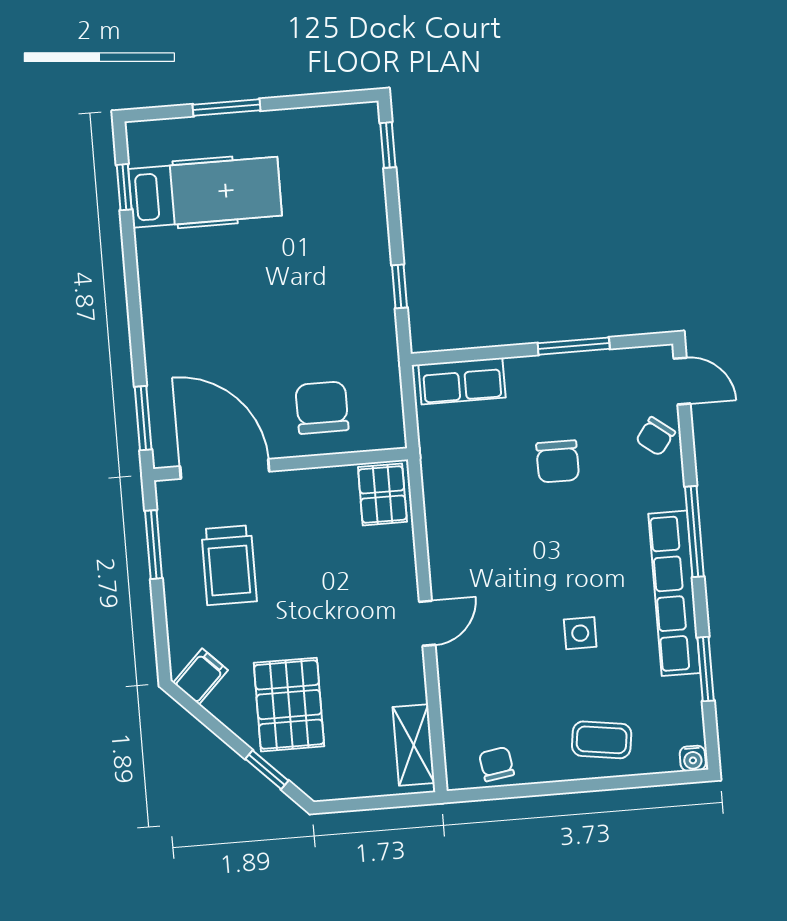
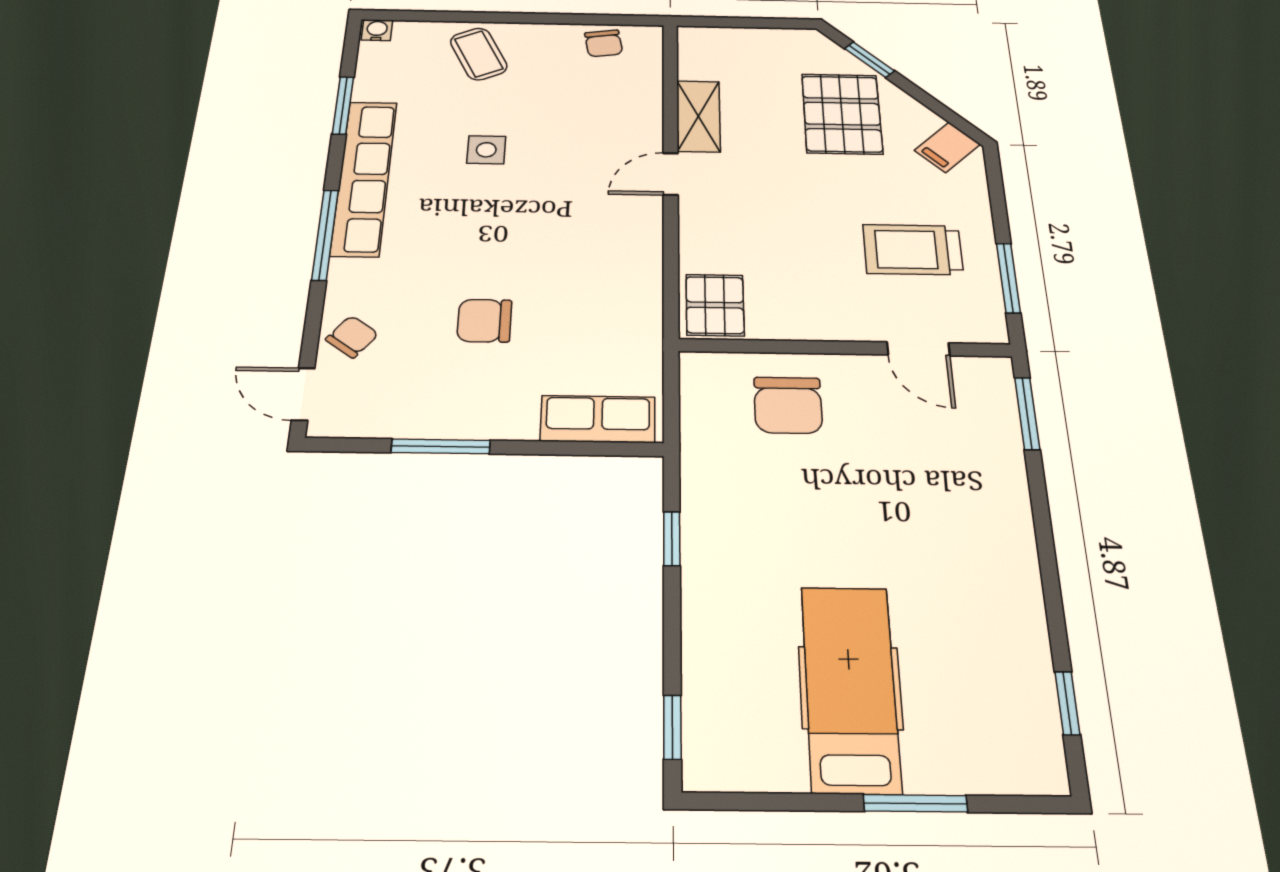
hospital bed: (205, 192) -> (850, 688), moved, turned 90
chair: (558, 461) -> (484, 321), turned -90
door: (225, 469) -> (918, 349), width x0.53
trolley: (229, 565) -> (913, 250), turned -90
coffee table: (602, 740) -> (479, 54), turned 57
shelving: (414, 745) -> (698, 116), moved

